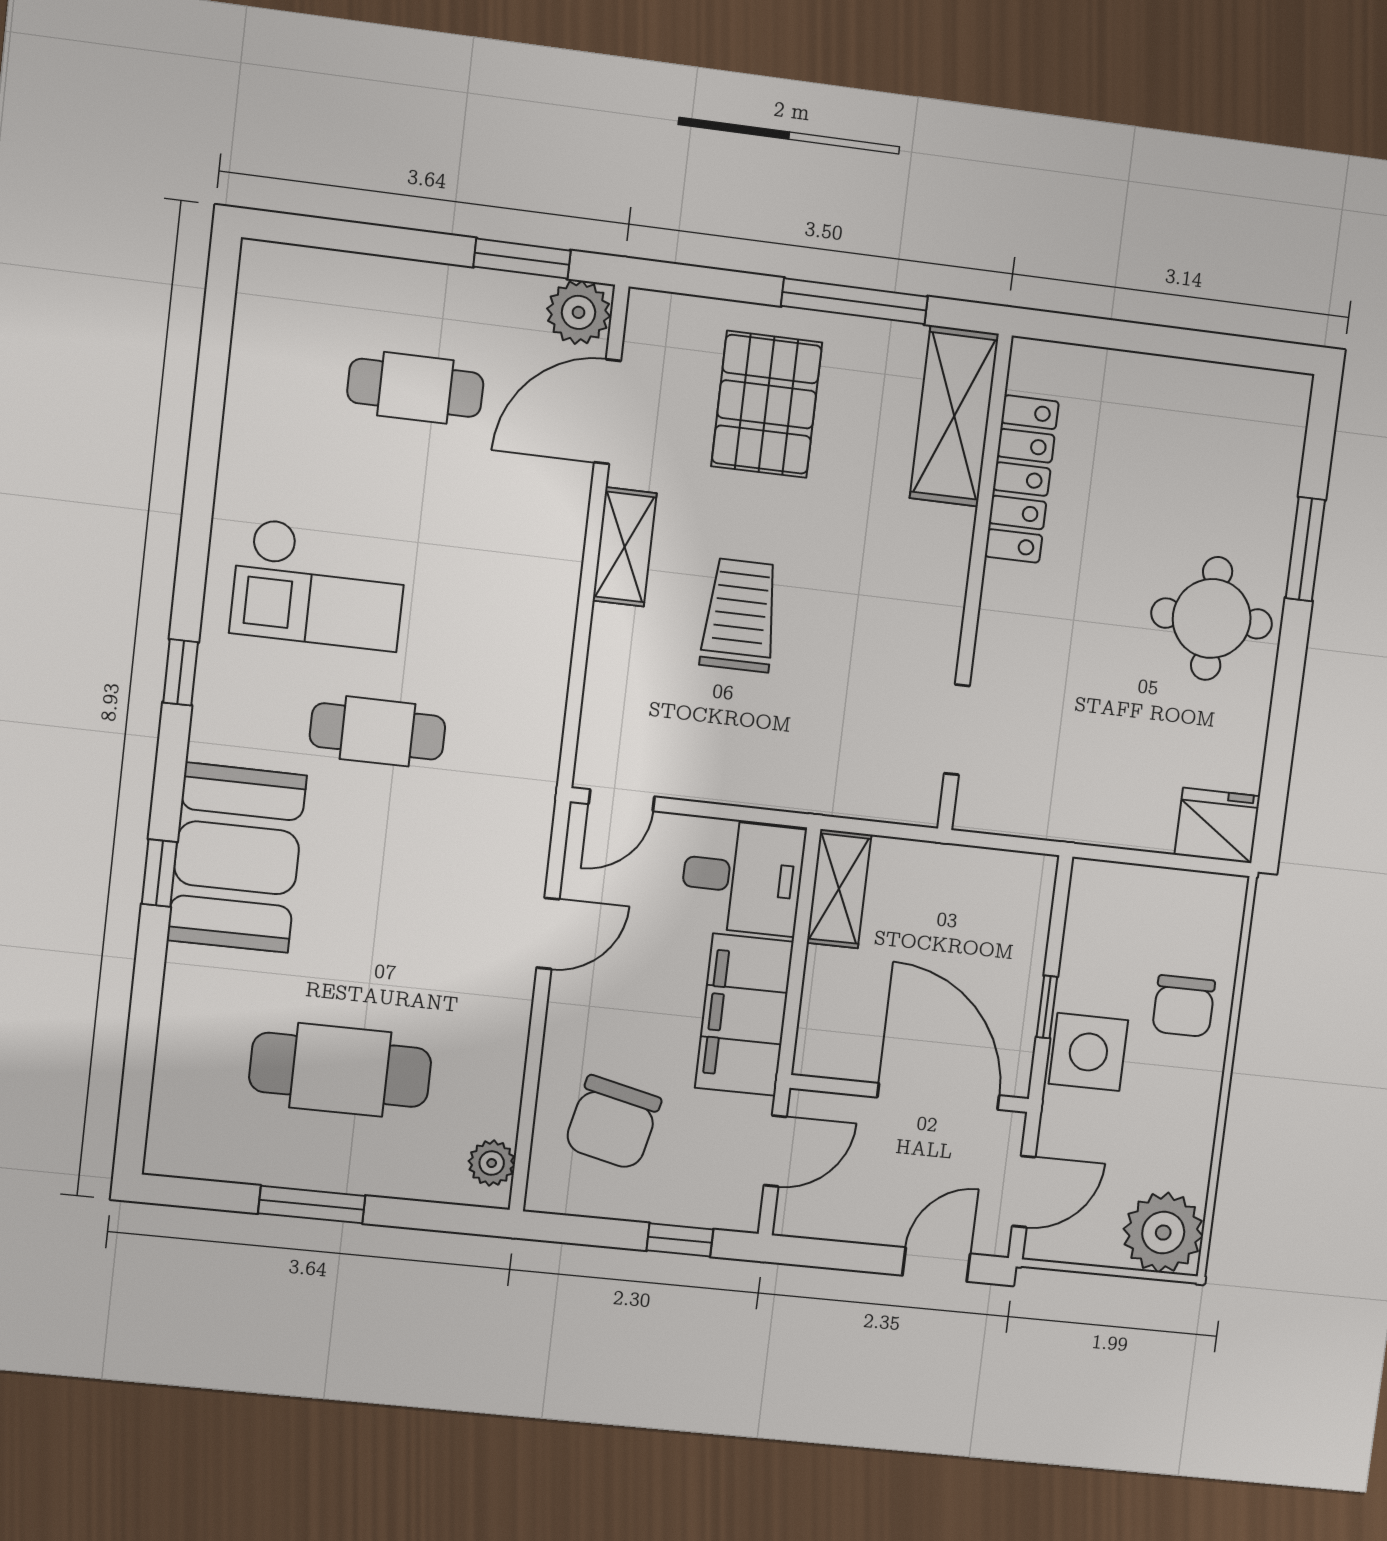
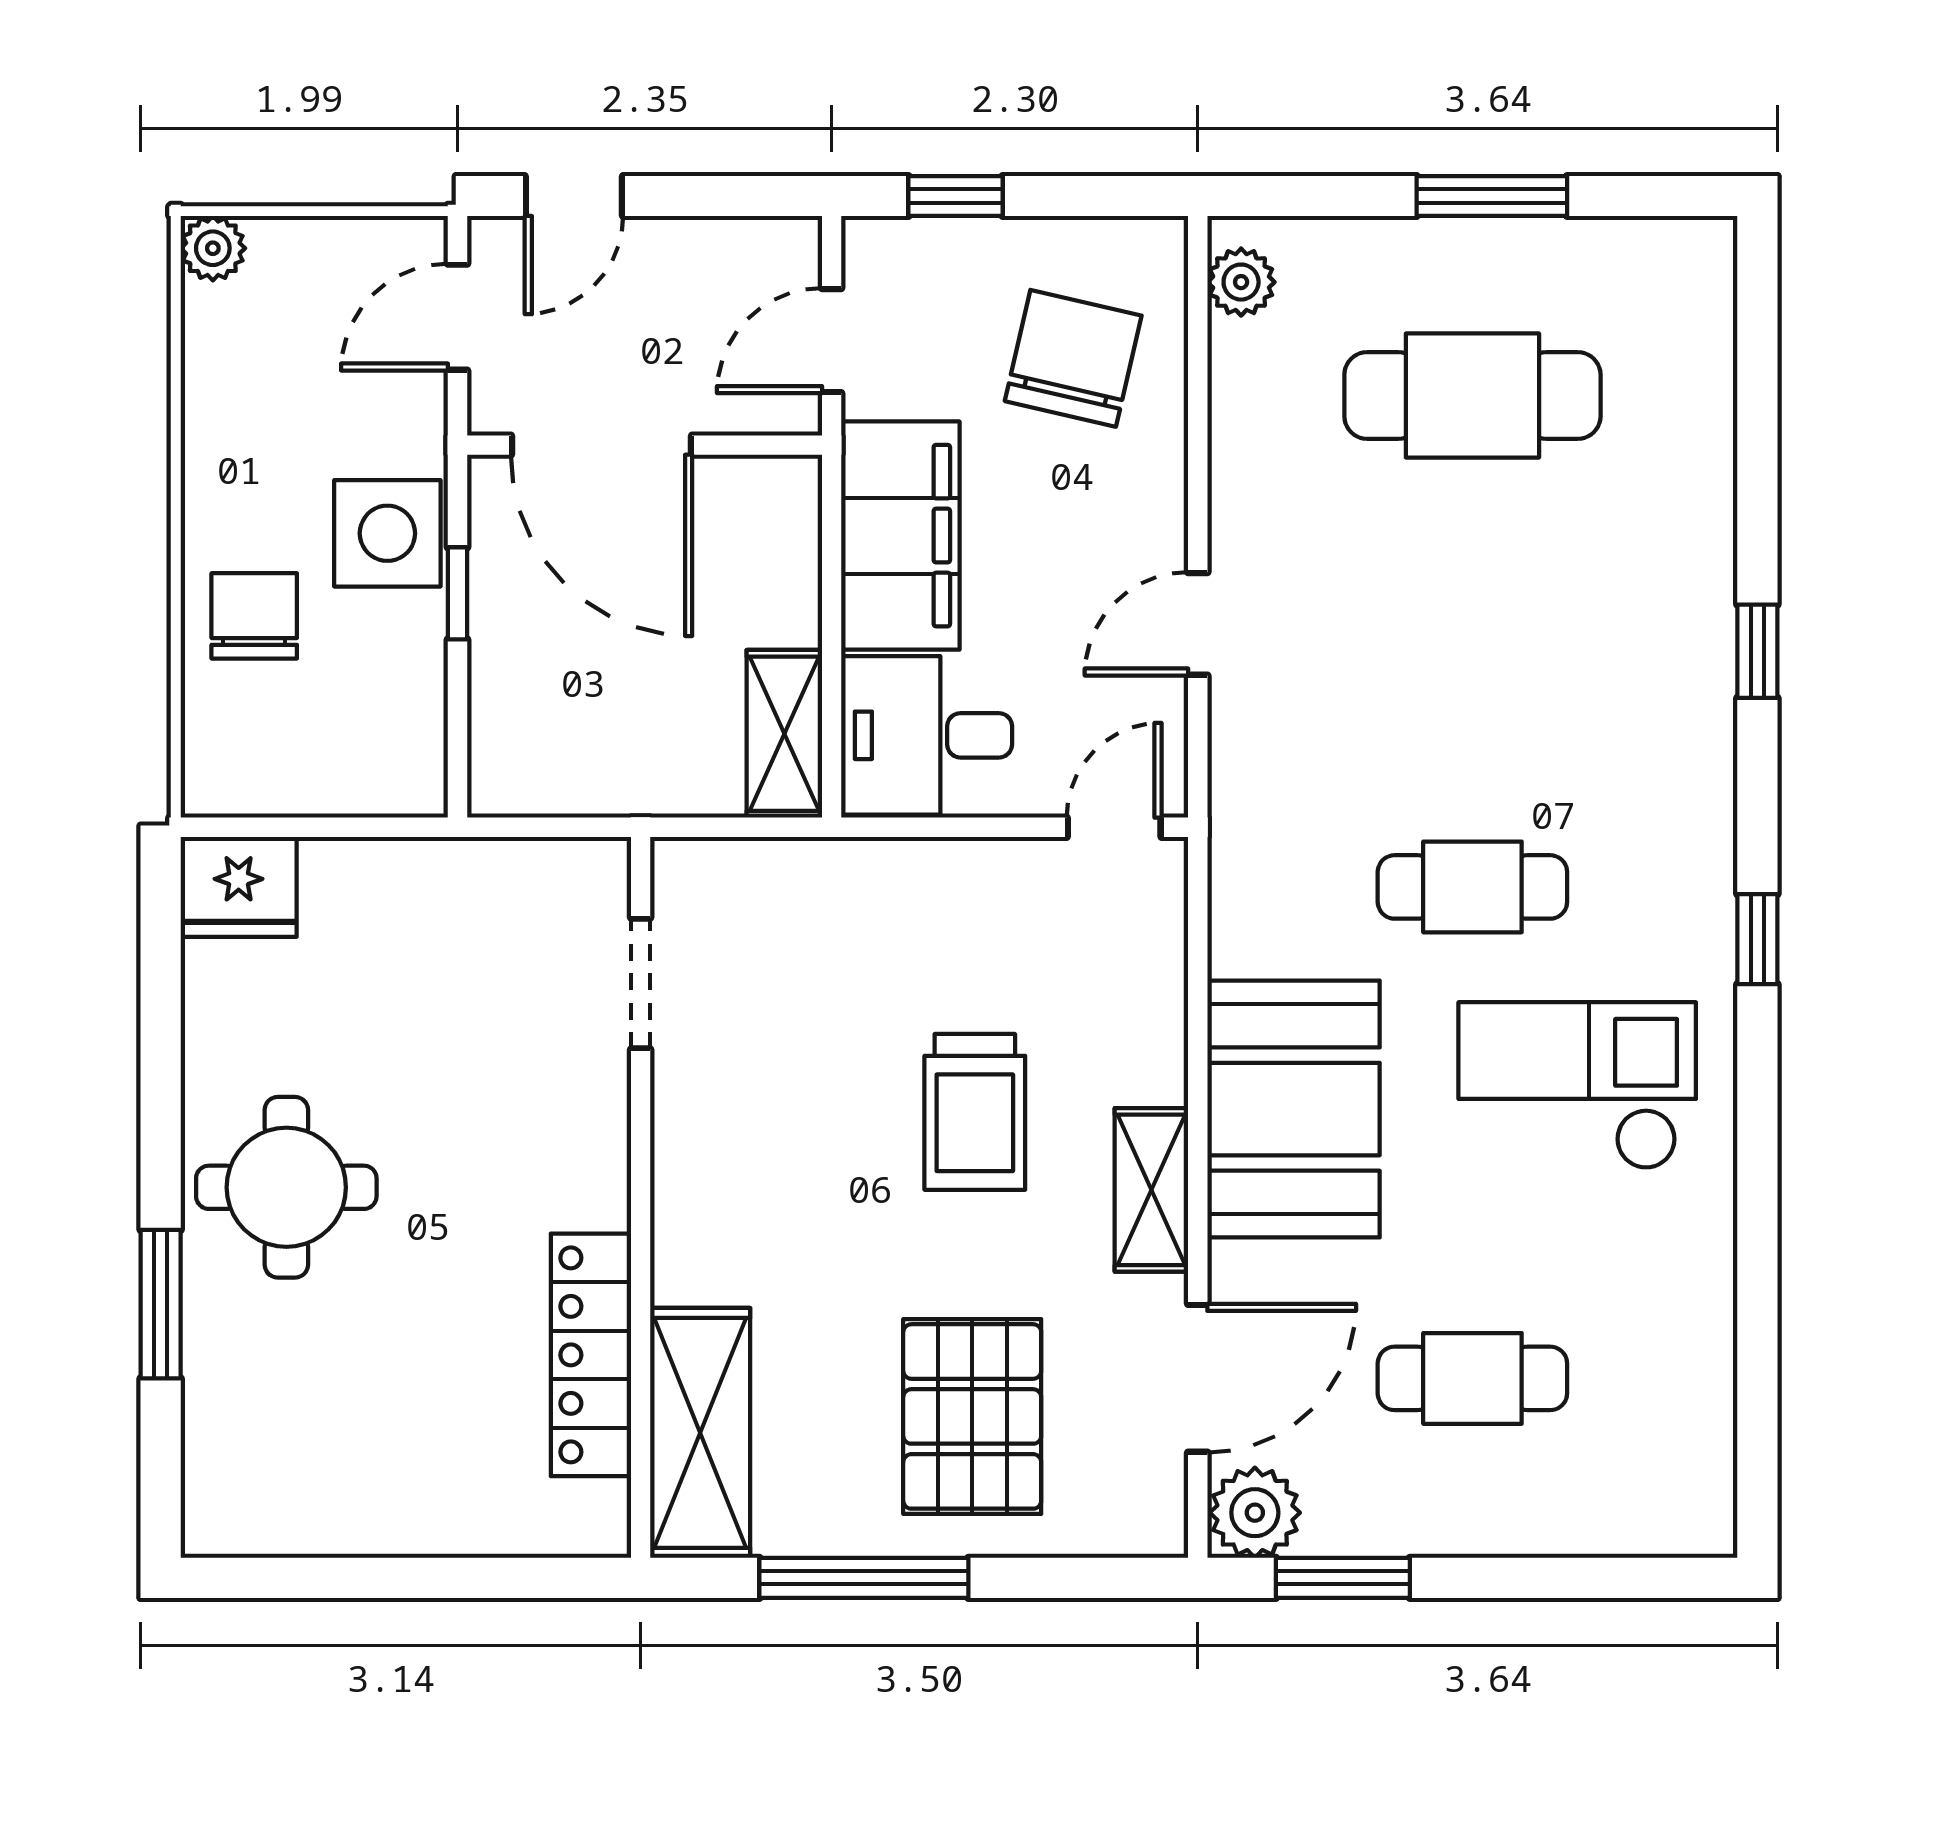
booth: (237, 858) -> (1294, 1109), moved
plant: (1163, 1233) -> (213, 248), width x0.53, depth x0.53

